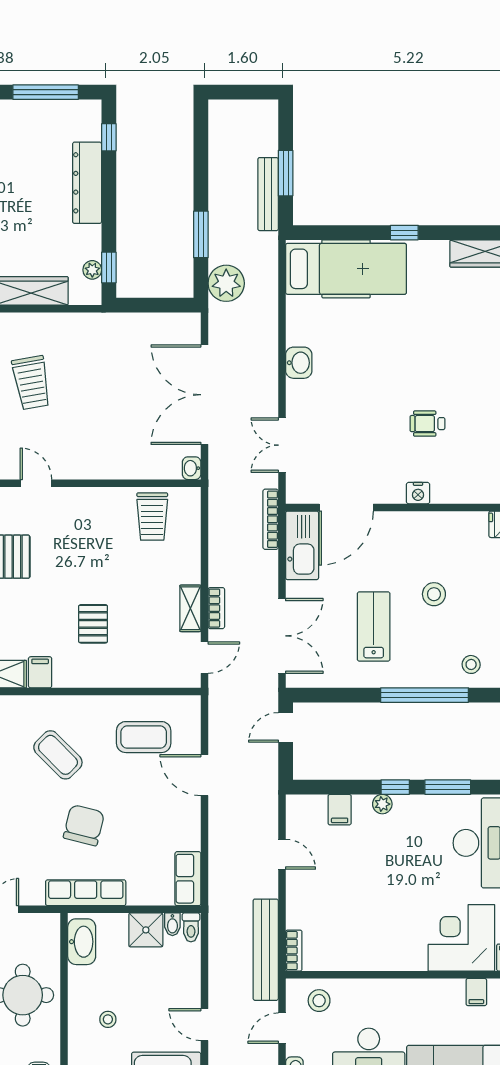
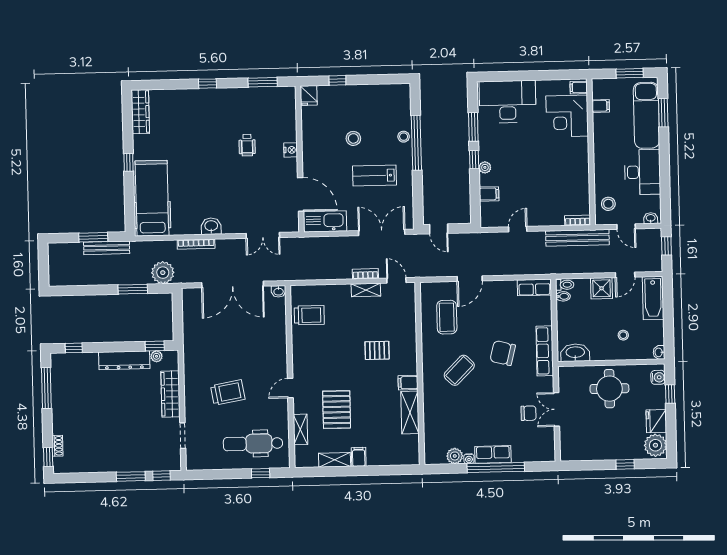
dresser: (87, 183) -> (124, 360), moved
bookcase: (271, 519) -> (196, 244), moved
stool: (471, 664) -> (404, 137), moved
shower: (146, 930) -> (602, 288), moved

